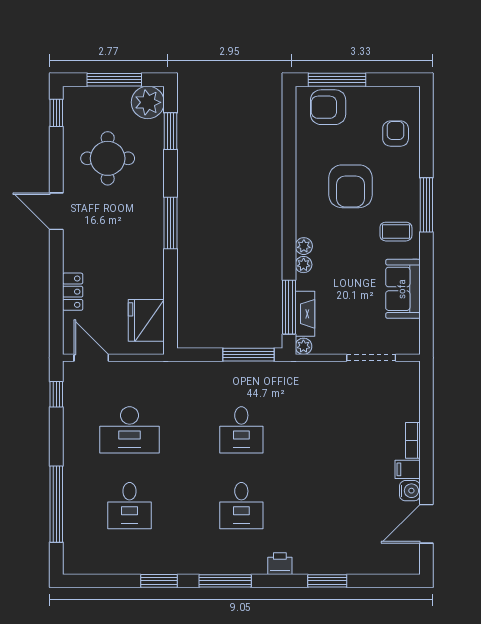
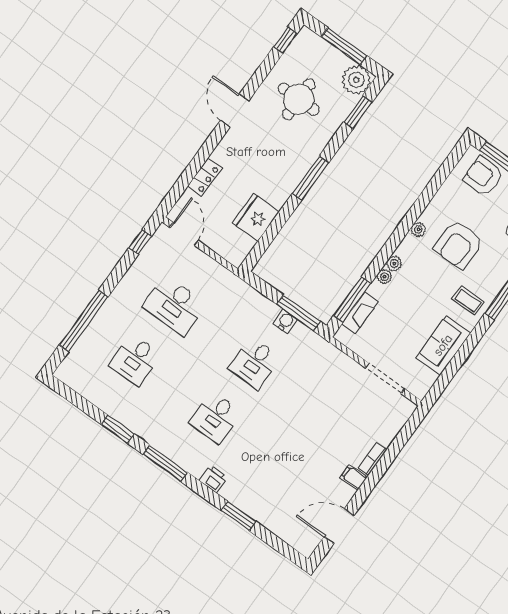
fridge: (146, 320) -> (256, 217), moved
plant: (303, 346) -> (418, 229), moved
water cooler: (410, 491) -> (285, 321), moved, turned -90

